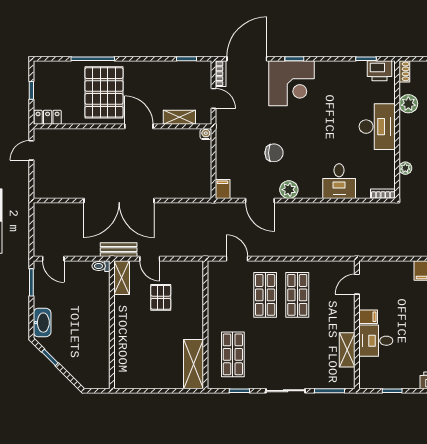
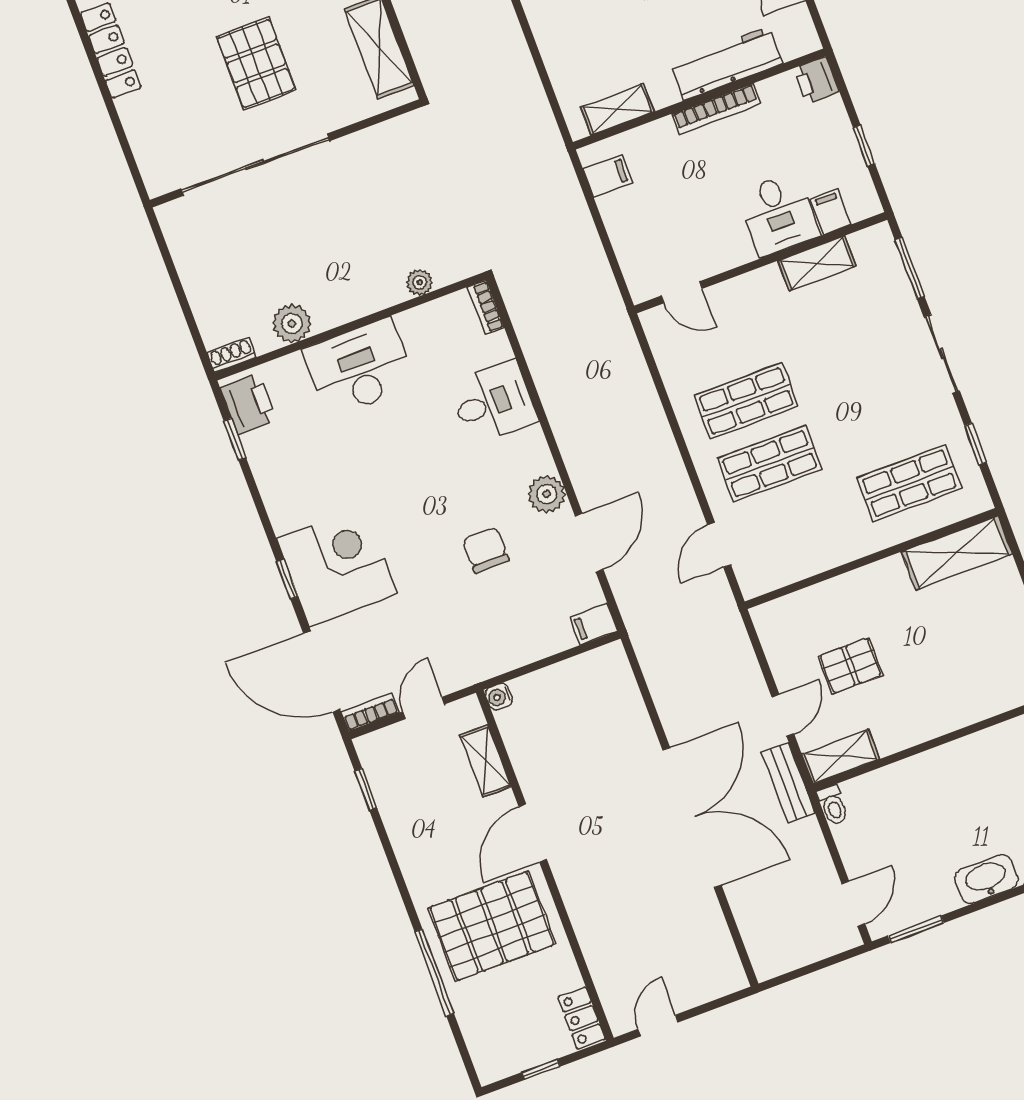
door: (31, 150) -> (658, 1026), swing flipped
filing cabinet: (368, 317) -> (831, 212), moved

